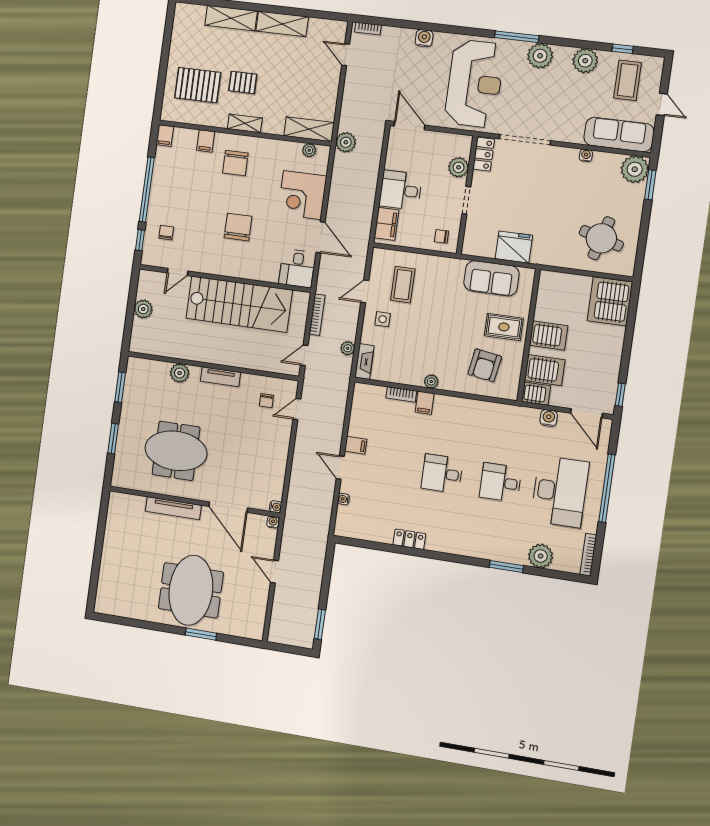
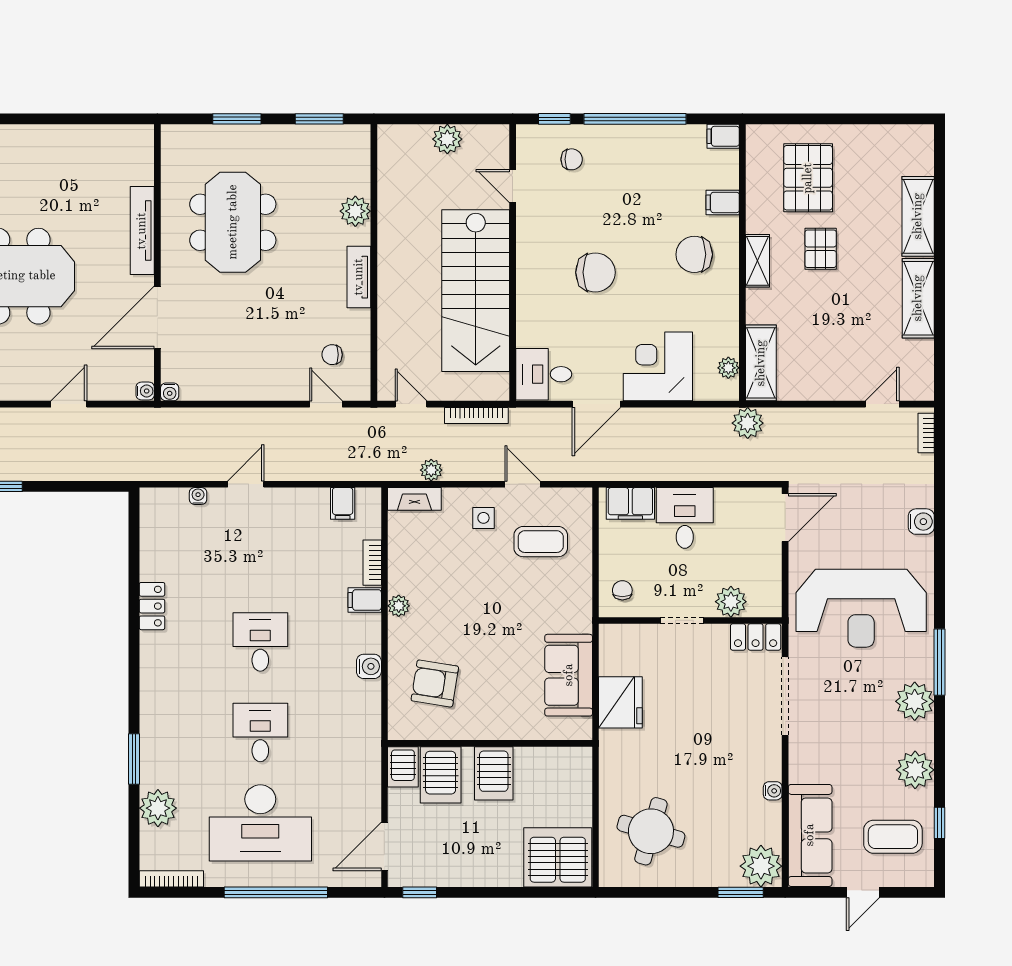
rug: (504, 327) -> (497, 704), removed
water cooler: (549, 418) -> (369, 666), moved
filing cabinet: (356, 445) -> (343, 503), moved

